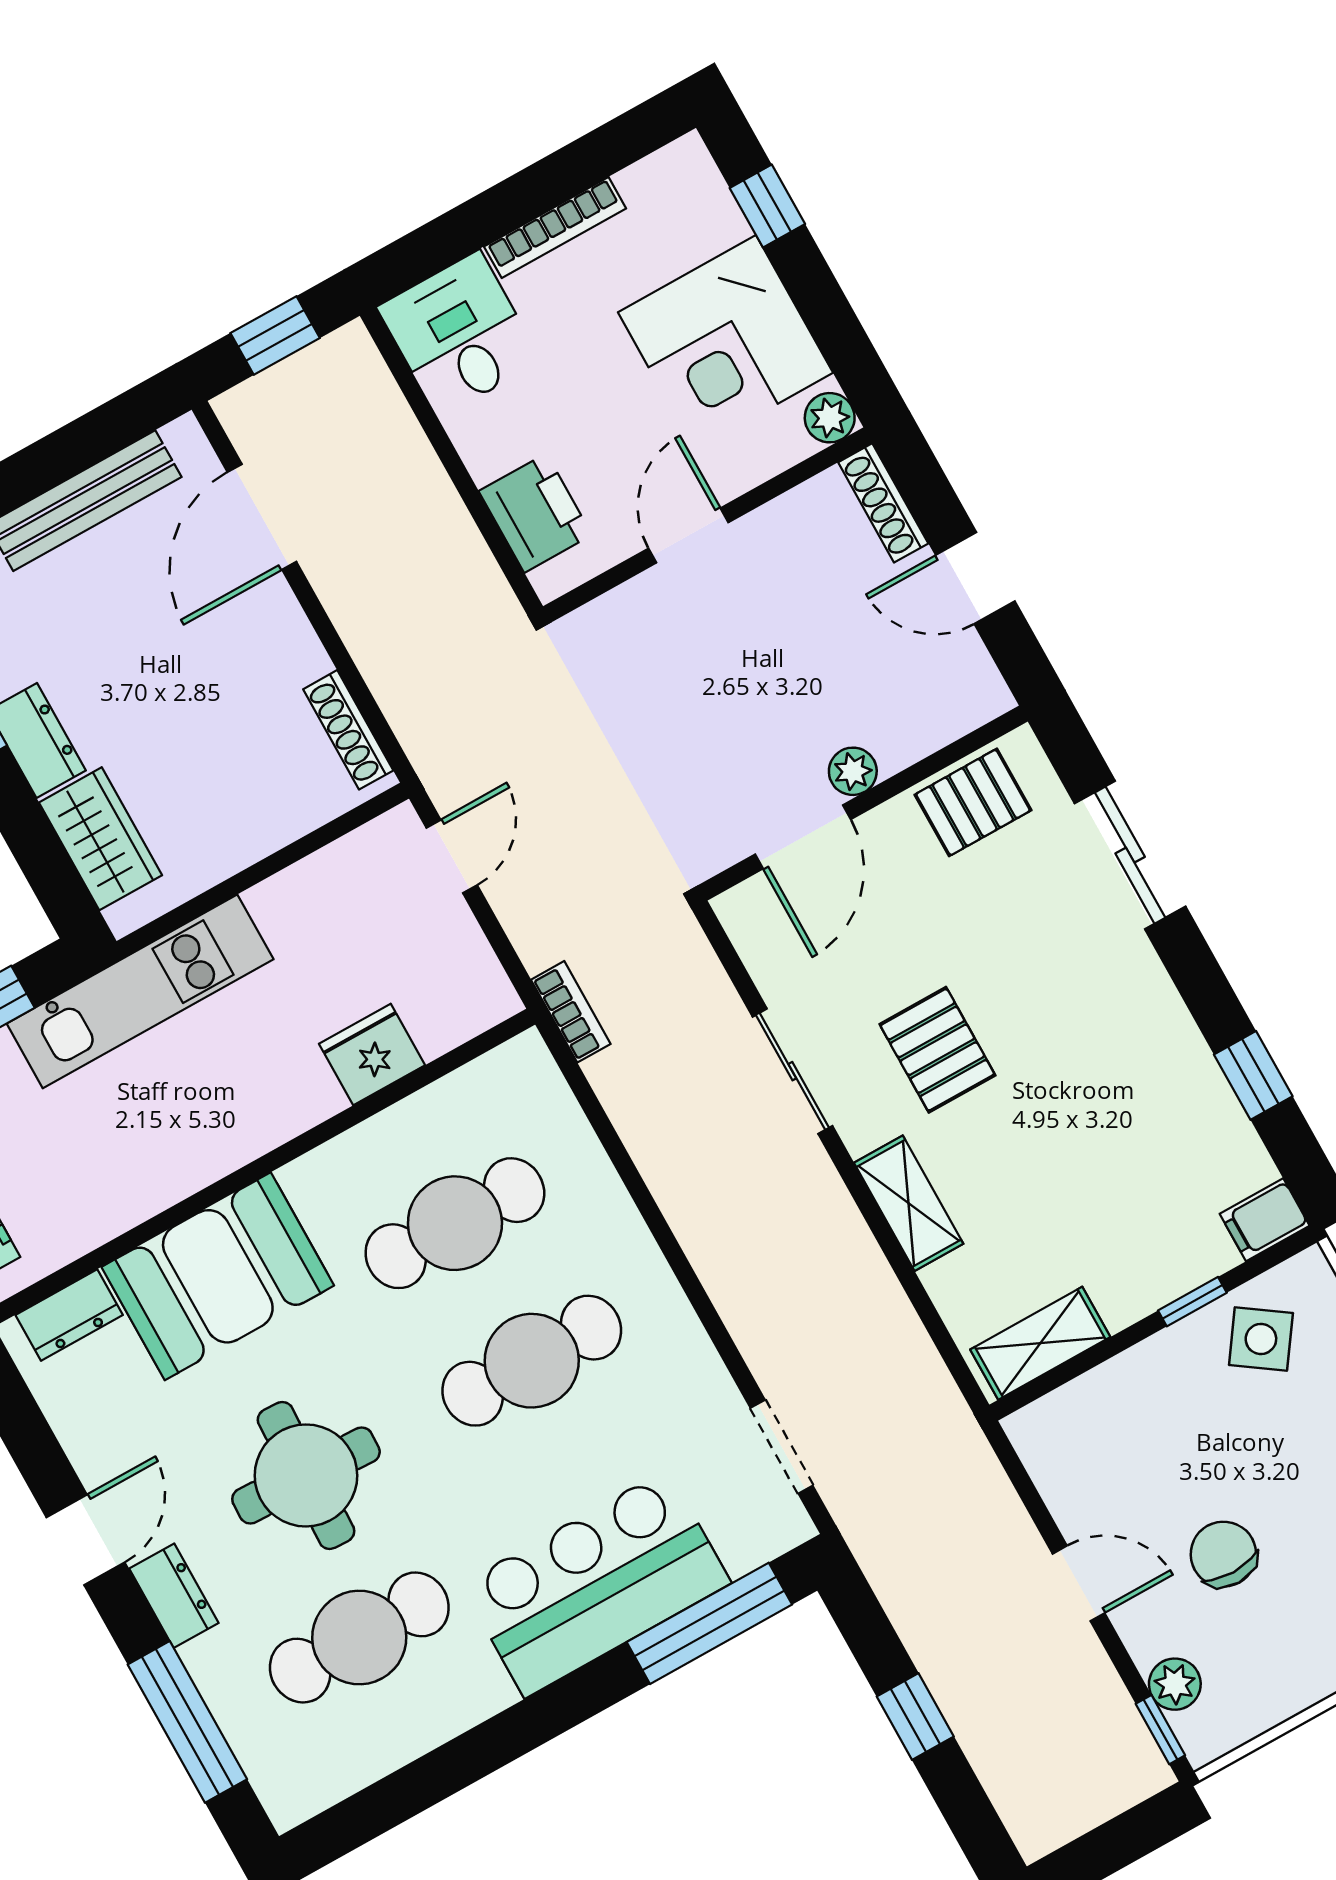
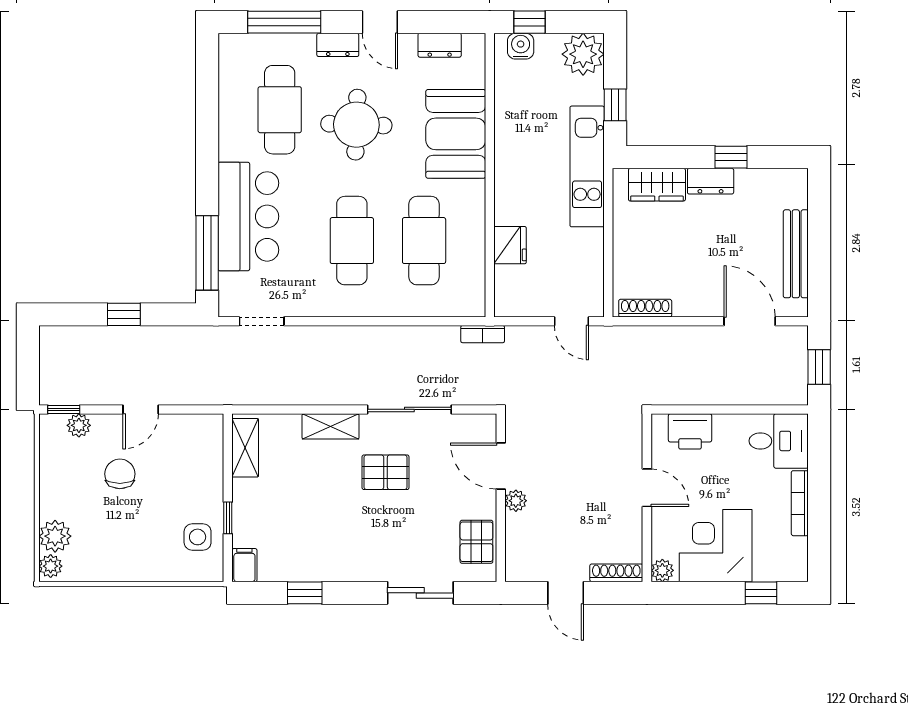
door: (975, 578) -> (566, 593), swing flipped
sliding door: (792, 1071) -> (409, 409), width x1.37
dresser: (69, 1315) -> (440, 45), moved, turned -90
side table: (1261, 1339) -> (198, 537), turned -35
chair: (1223, 1554) -> (120, 474), turned -90

